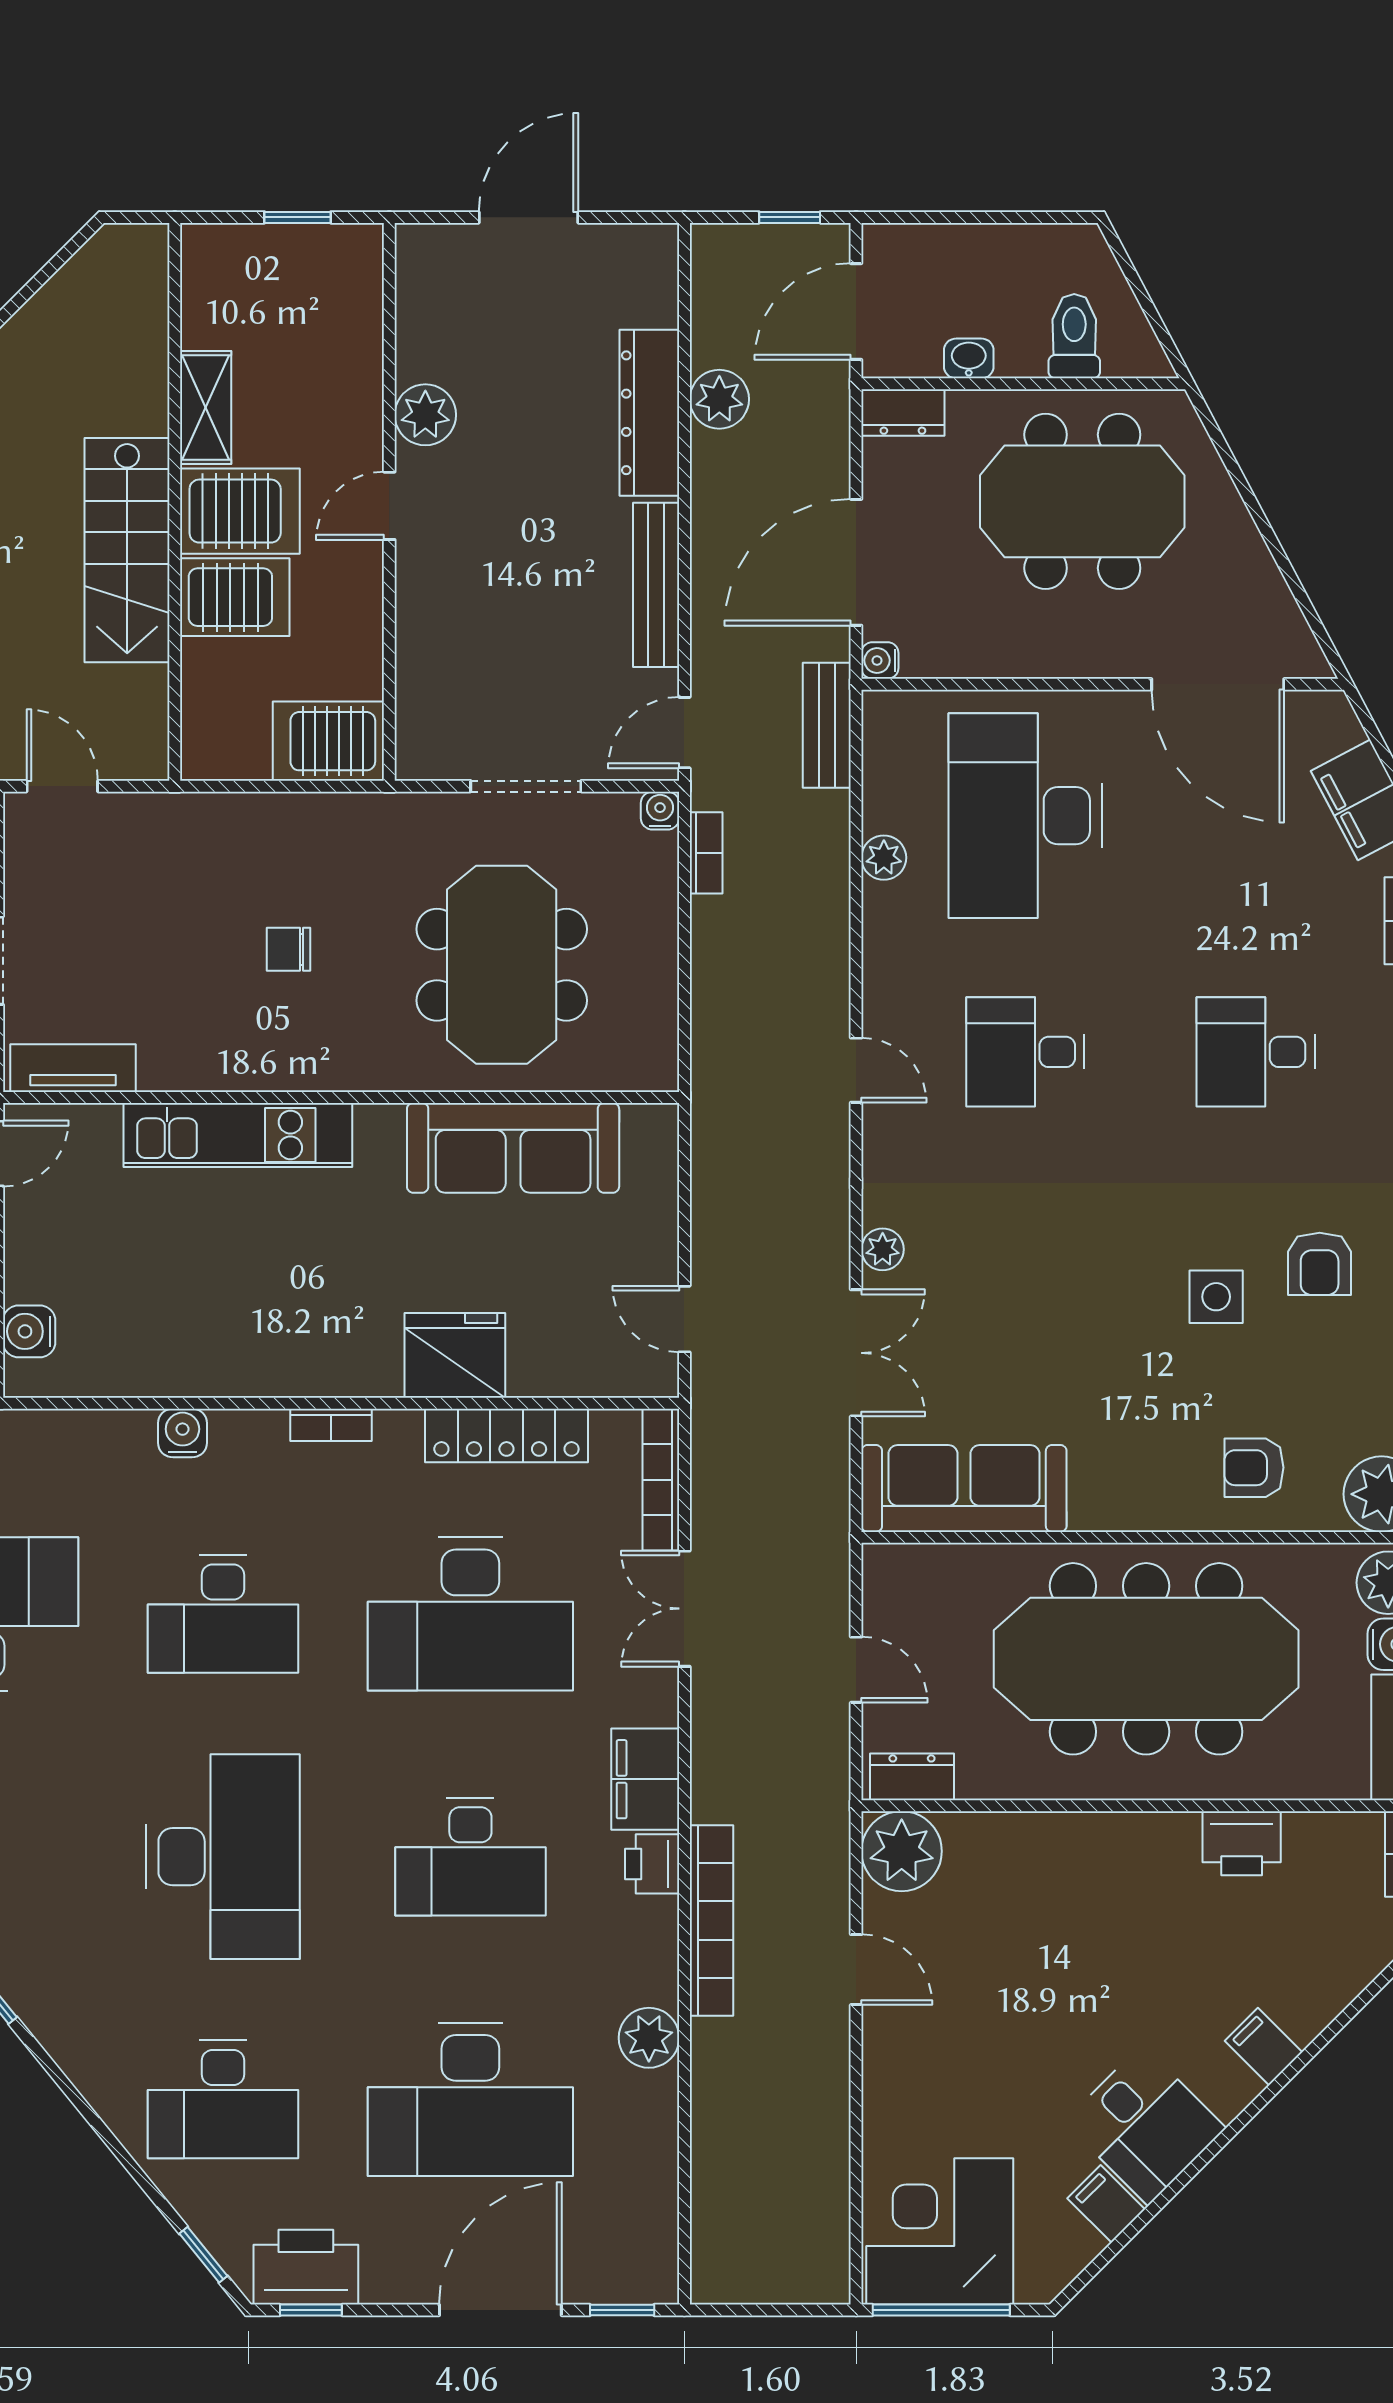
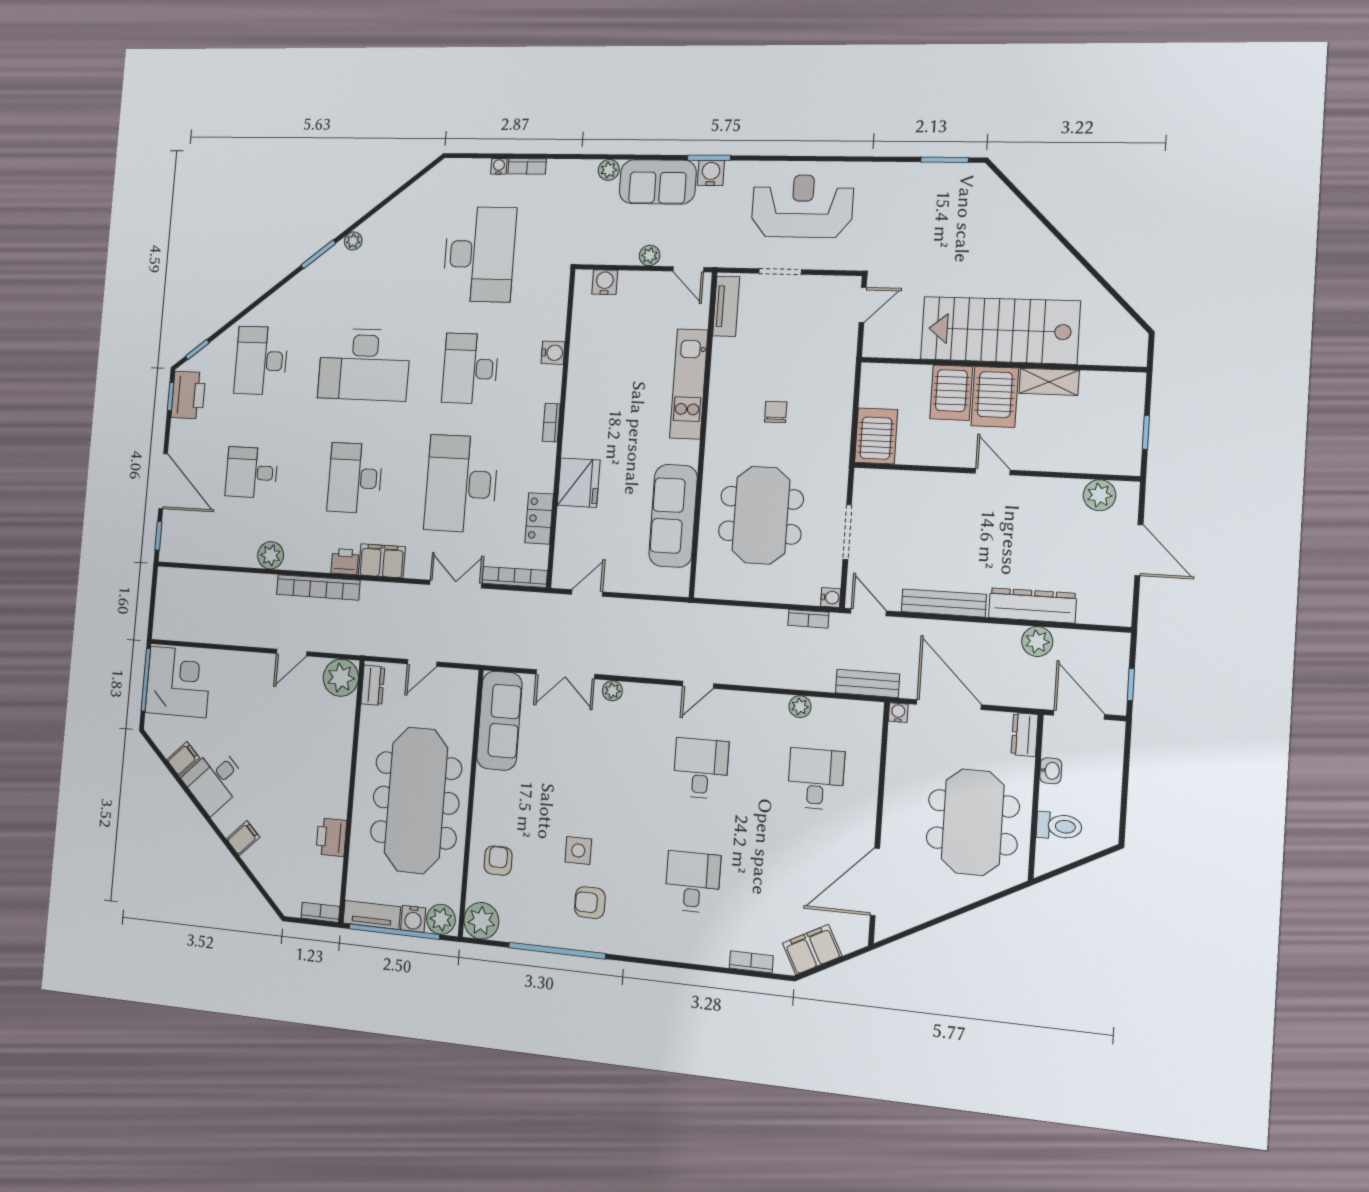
plant: (425, 415) -> (1100, 495), moved
stairs: (127, 550) -> (1000, 330), width x1.36, depth x1.51
desk: (1025, 816) -> (816, 779), width x0.53, depth x0.77
meeting table: (502, 965) -> (761, 515), turned 90
locker: (506, 1436) -> (539, 518), width x0.66
desk: (470, 2099) -> (252, 472), width x0.53, depth x0.77

